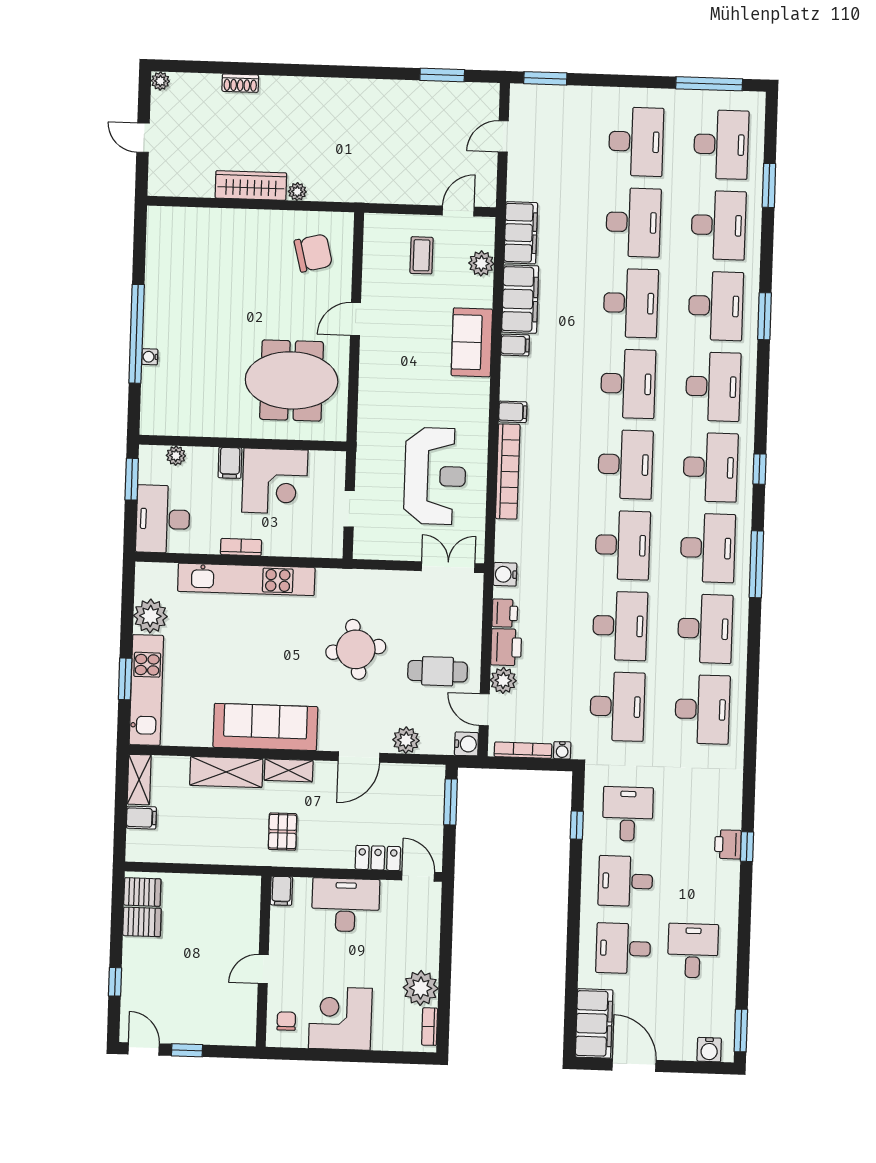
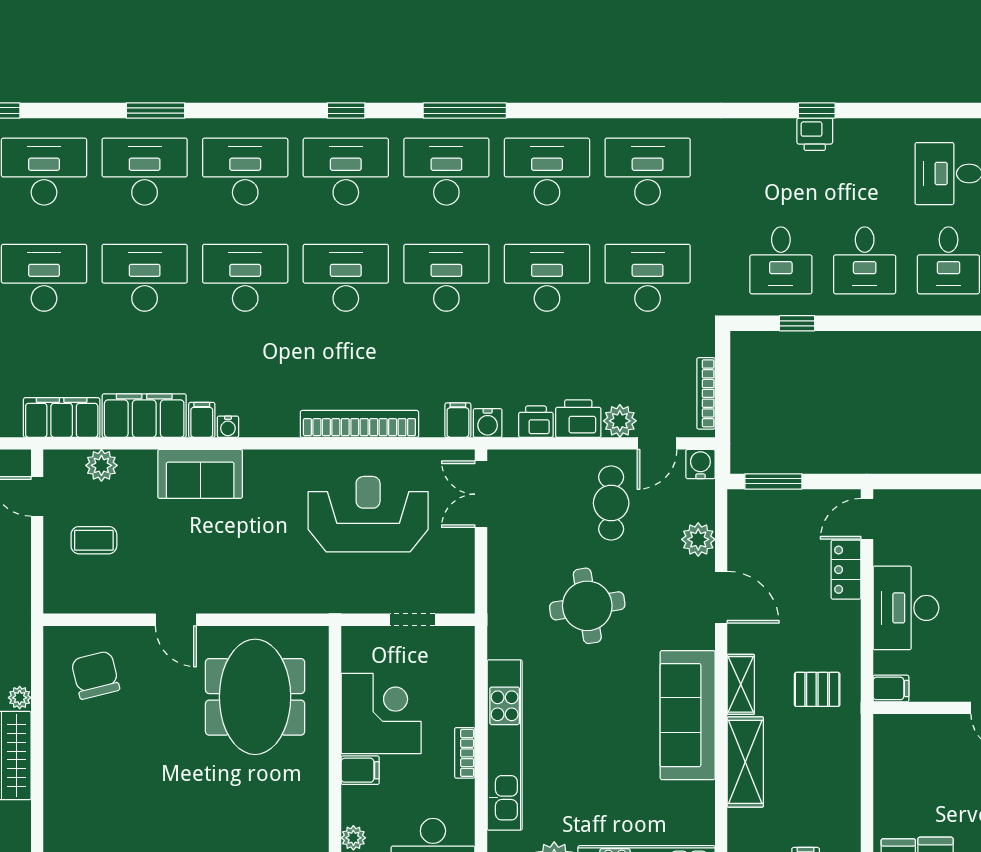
filing cabinet: (513, 412) -> (458, 420), moved
water cooler: (562, 750) -> (228, 427), moved, turned 90
desk: (628, 814) -> (781, 260), turned -90

